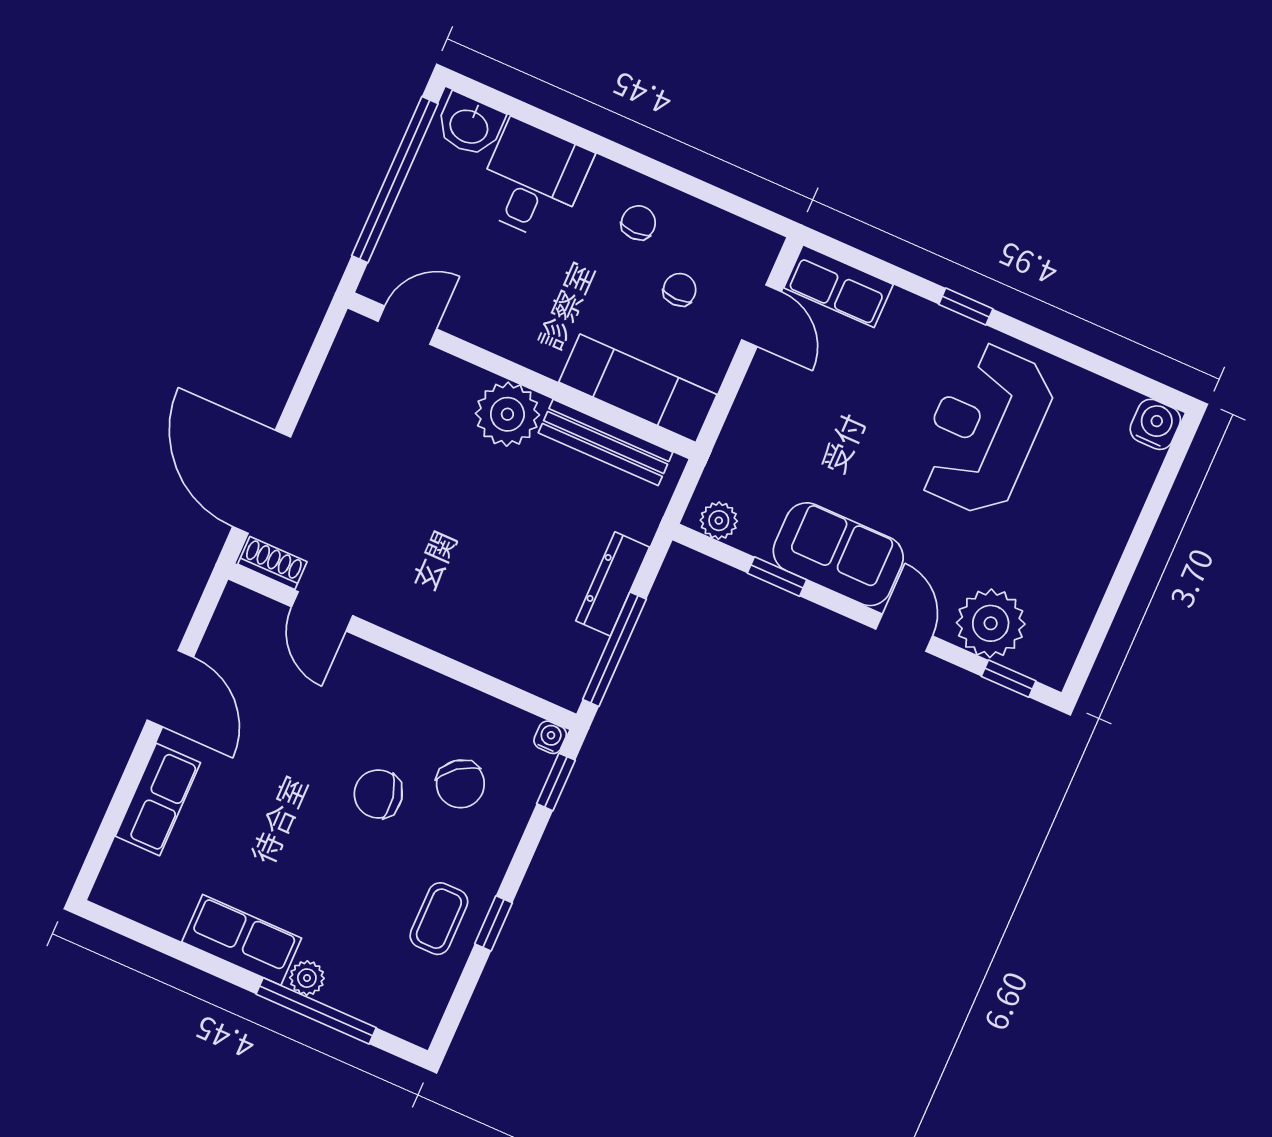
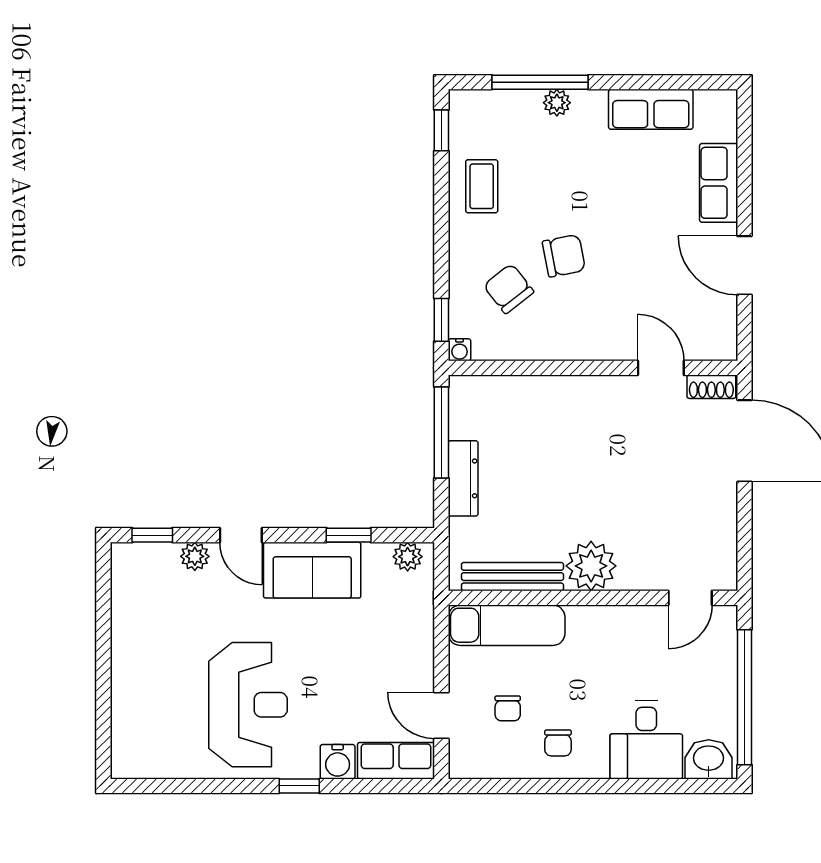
water cooler: (1155, 424) -> (338, 762), moved
plant: (991, 623) -> (195, 556), width x0.53, depth x0.53
window: (494, 923) -> (441, 130), moved
row of seats: (242, 940) -> (651, 109), moved

